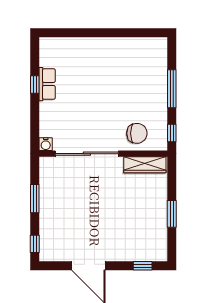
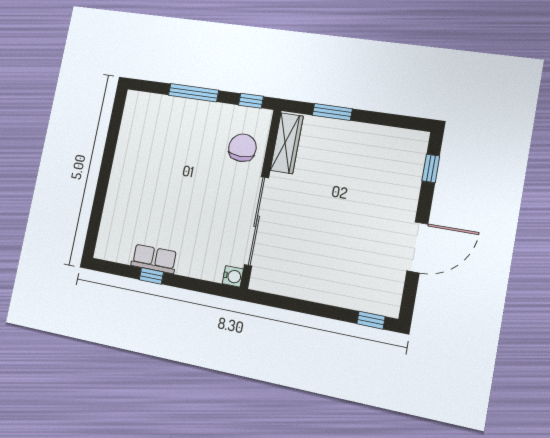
window: (35, 199) -> (305, 307), removed
window: (172, 214) -> (332, 112), moved

